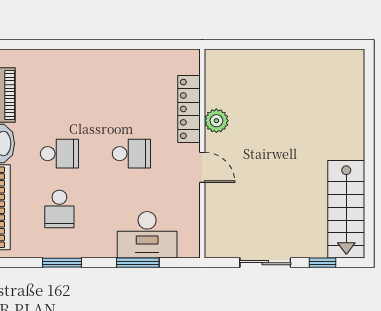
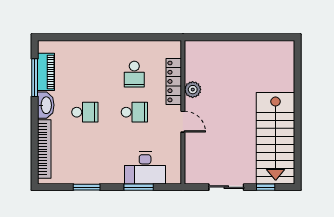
school desk: (59, 209) -> (134, 74), moved
stairs: (346, 209) -> (276, 138), width x1.36, depth x1.51

